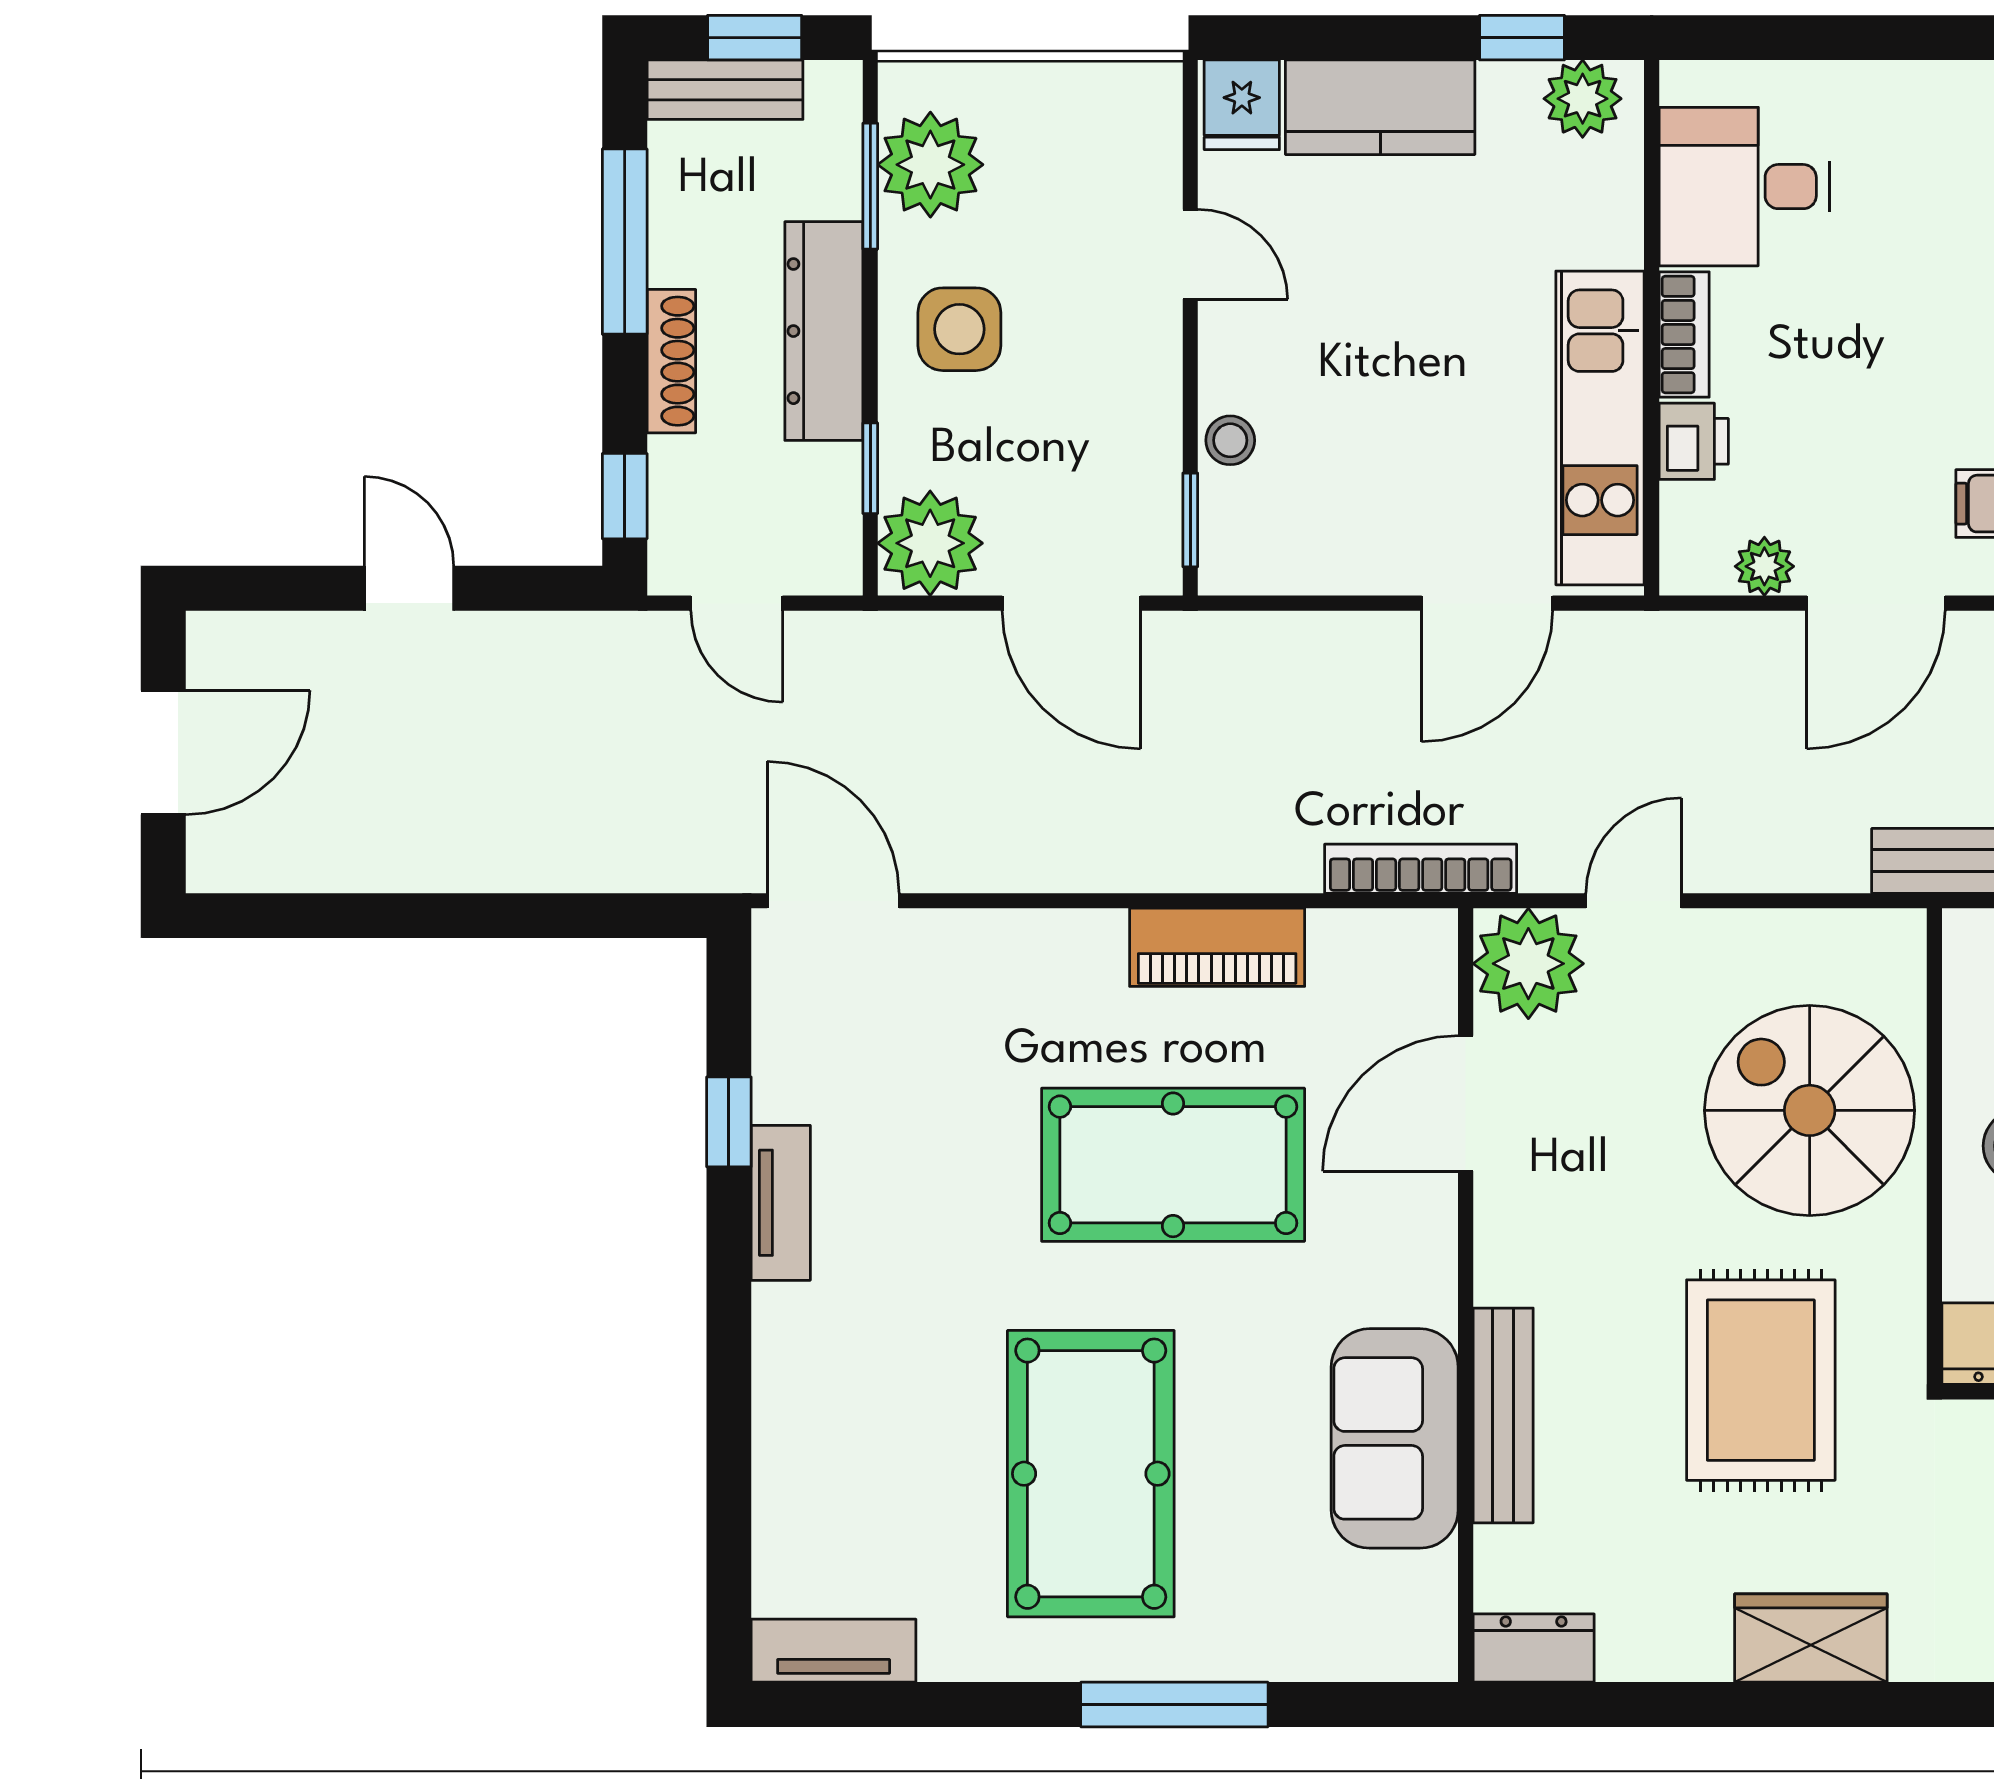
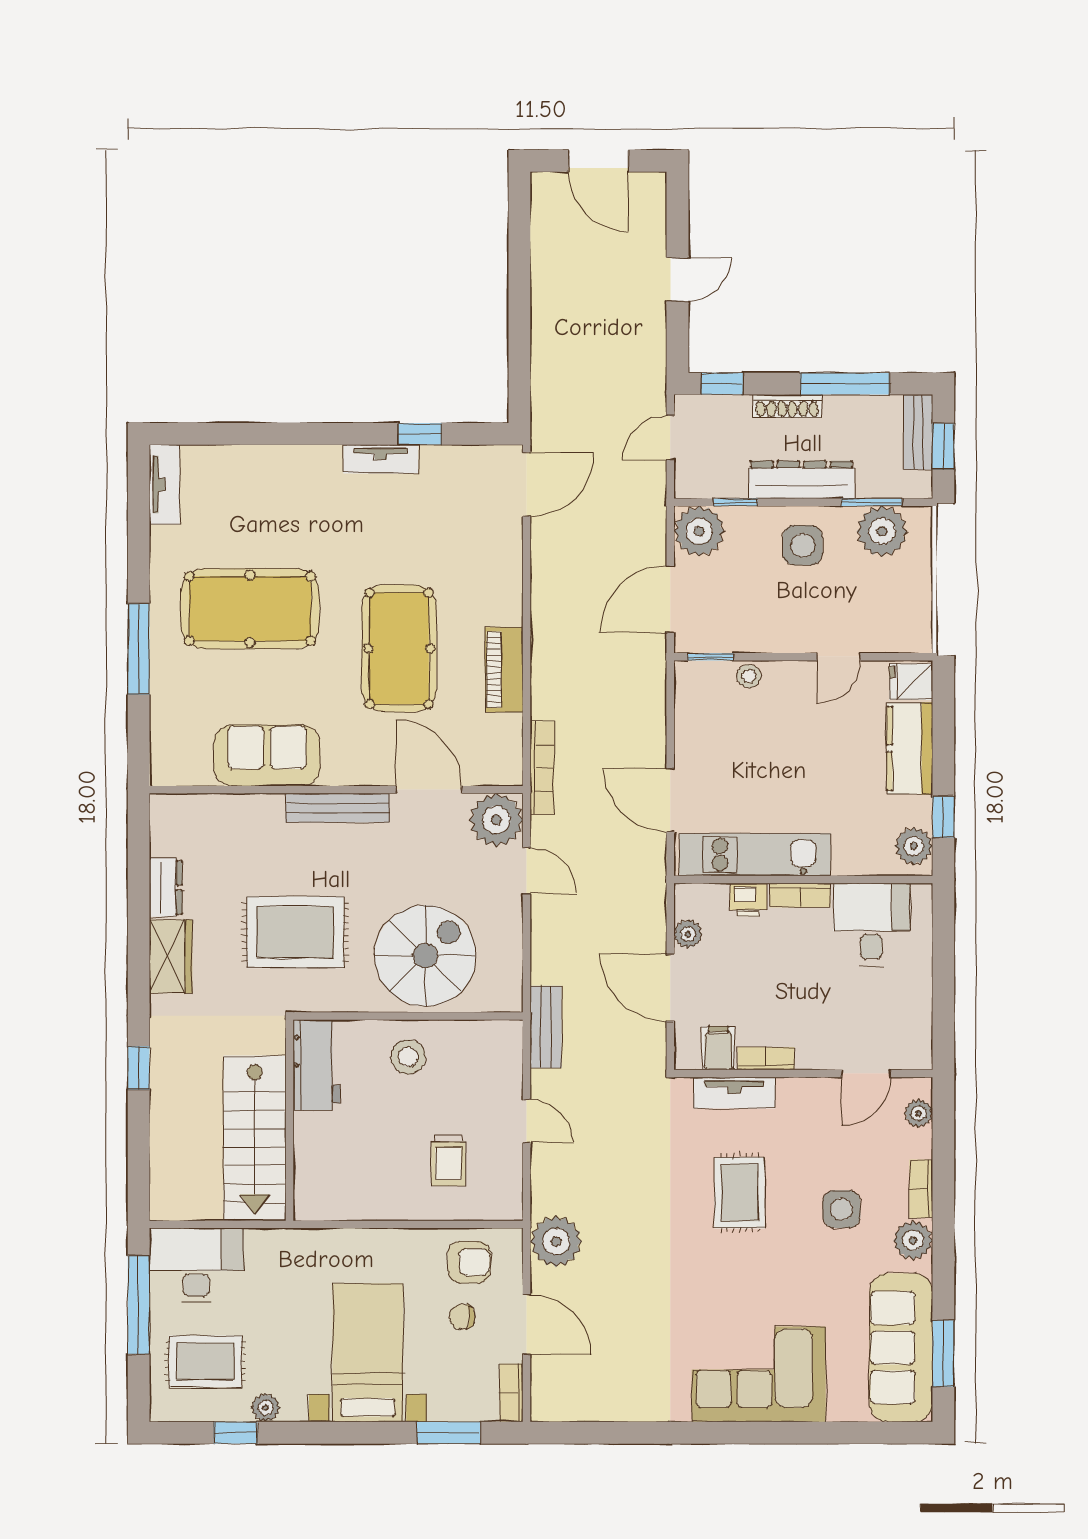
bench: (1503, 1415) -> (338, 808), moved
dresser: (1534, 1648) -> (166, 887), moved

